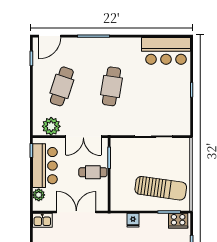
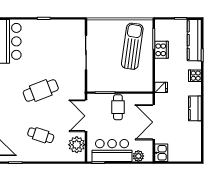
cafe table: (62, 86) -> (41, 135), width x0.73, depth x0.74
cafe table: (111, 86) -> (41, 90), turned -30
double door: (83, 137) -> (86, 116), swing flipped
fridge: (133, 220) -> (161, 87), moved
cooker: (178, 221) -> (162, 50), moved

